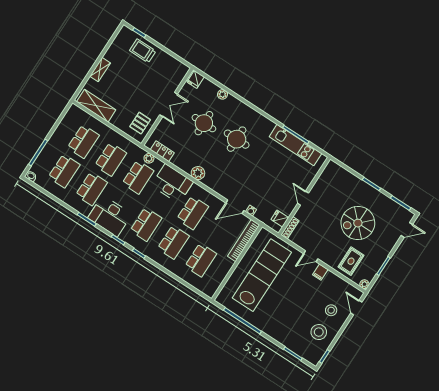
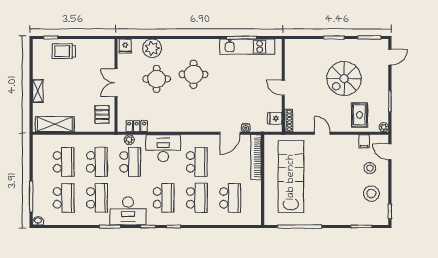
plant: (223, 94) -> (152, 48), width x1.87, depth x1.87
double door: (169, 105) -> (116, 83), swing flipped
plant: (198, 173) -> (179, 125), removed
door: (311, 256) -> (322, 133), swing flipped
filing cabinet: (320, 272) -> (364, 142), moved

